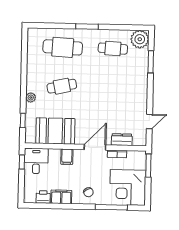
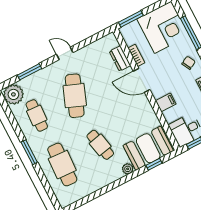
cafe table: (112, 87) -> (75, 96), added
door: (149, 122) -> (65, 53), moved
booth: (55, 131) -> (148, 148), moved, turned 90

